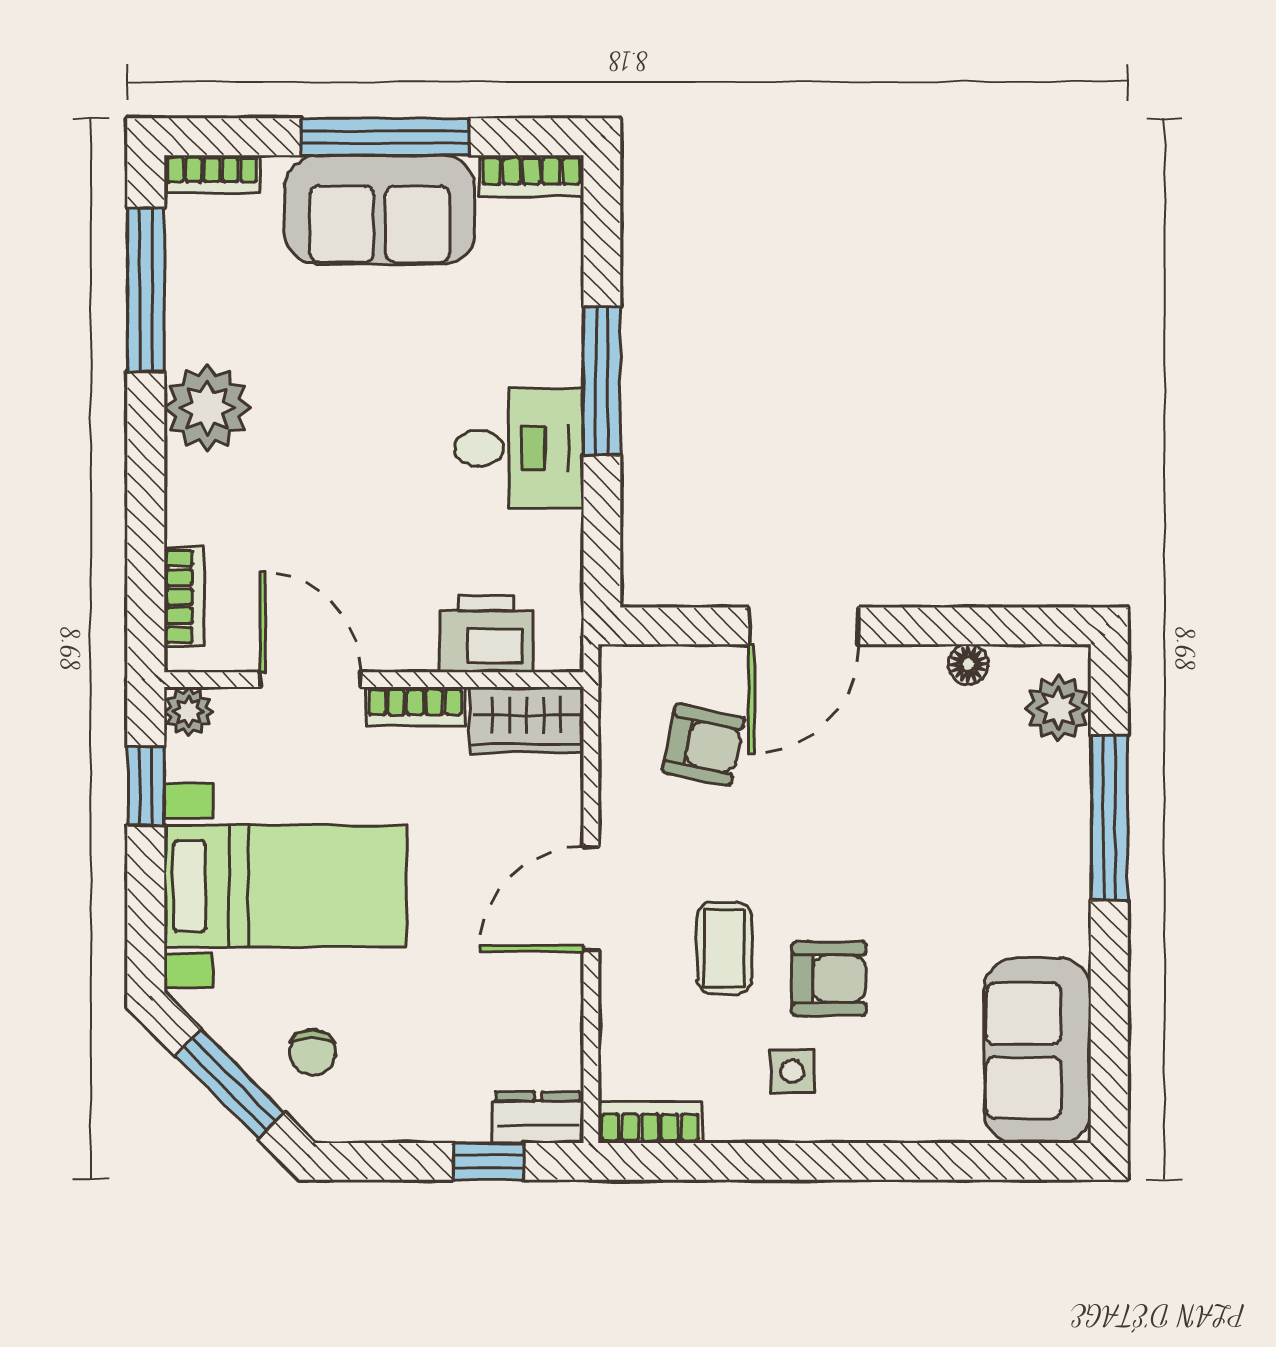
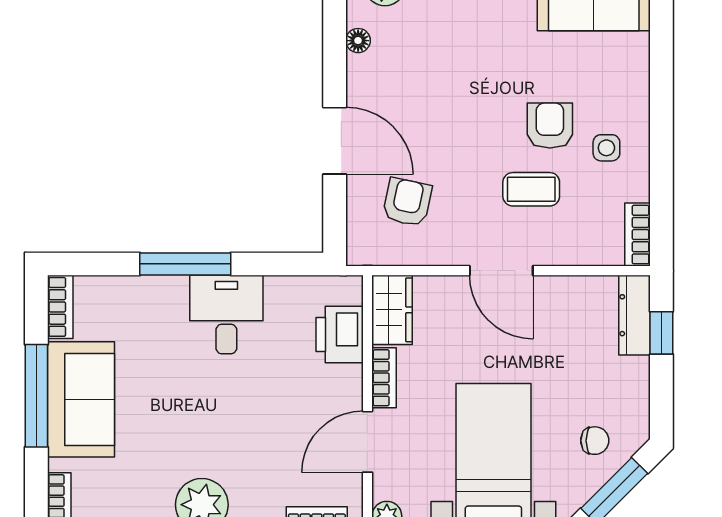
dresser: (538, 1117) -> (634, 315), width x1.44

